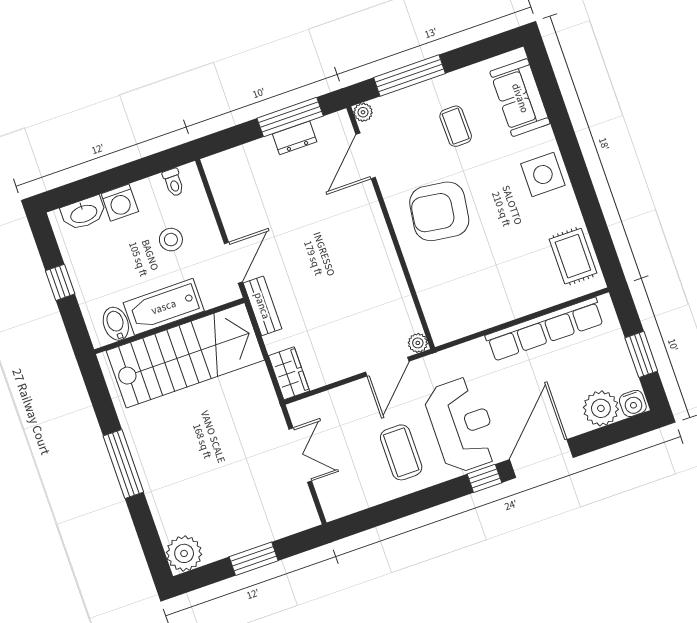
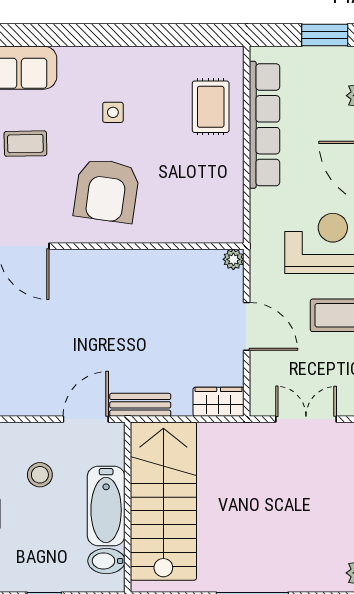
side table: (543, 175) -> (113, 112), moved, width x0.54, depth x0.54
rug: (573, 256) -> (211, 107), moved, turned 90
door: (233, 263) -> (86, 419), hinge flipped
door: (387, 367) -> (247, 326), moved

